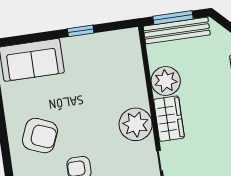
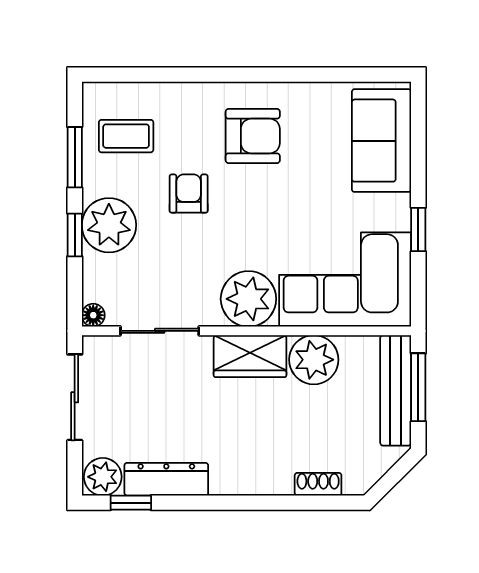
corner sofa: (116, 69) -> (345, 279), added
armchair: (40, 136) -> (253, 136), turned -112

